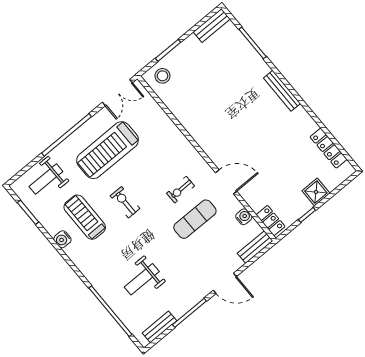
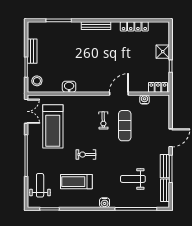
bench: (212, 25) -> (32, 51), moved
washbasin: (186, 118) -> (69, 87), added
locker: (328, 148) -> (134, 26), moved
treadmill: (108, 150) -> (53, 126), moved
weight bench: (46, 179) -> (40, 185), turned 180
water cooler: (62, 239) -> (105, 203), moved
bench: (255, 247) -> (165, 166), moved
weight bench: (142, 279) -> (133, 179), turned 90

